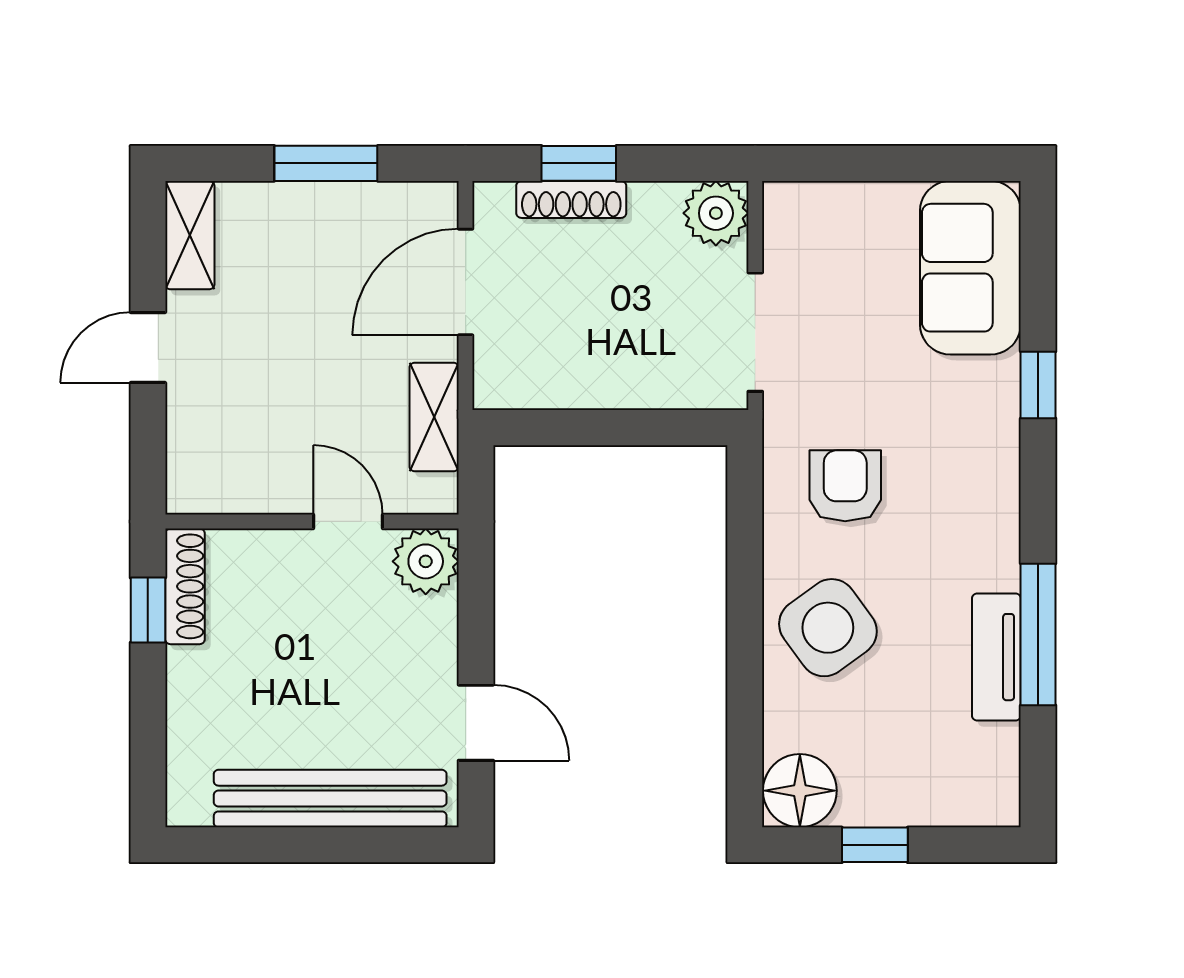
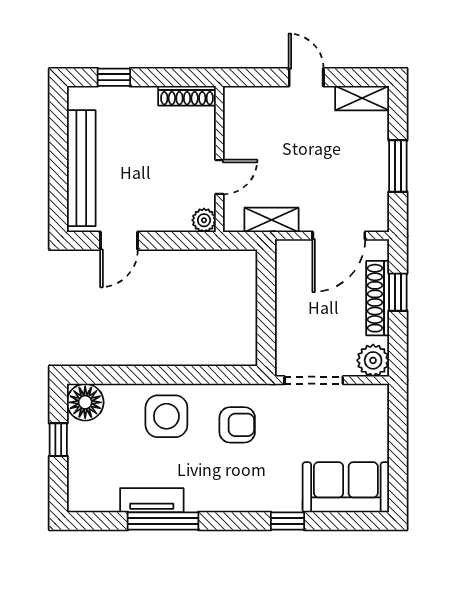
shoe rack: (571, 199) -> (378, 298), width x1.36, depth x1.24
door: (466, 282) -> (339, 236), swing flipped
plant: (426, 561) -> (204, 220), width x0.73, depth x0.73
window: (148, 610) -> (114, 77), moved
side table: (828, 628) -> (166, 416), turned 36

